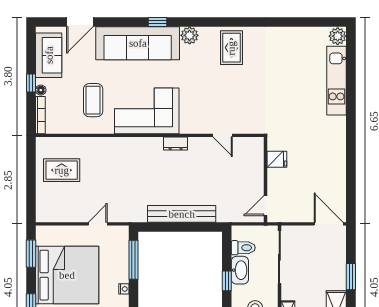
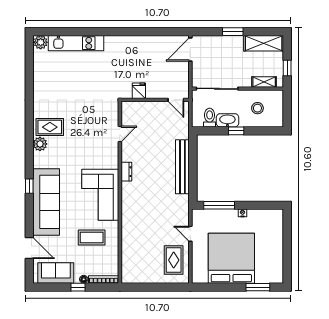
plant: (190, 35) -> (40, 144), moved
rug: (62, 170) -> (174, 260), moved
window: (31, 254) -> (214, 287), removed

